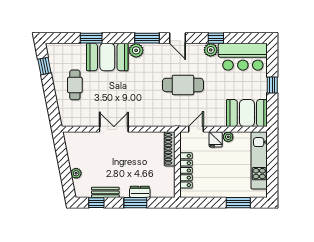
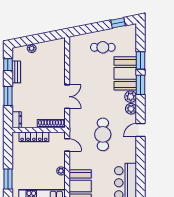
window: (147, 38) -> (141, 85), moved
window: (216, 38) -> (141, 161), removed
plant: (211, 50) -> (131, 109), moved
double door: (114, 129) -> (67, 97), moved
fridge: (216, 139) -> (59, 161), removed
dresser: (140, 192) -> (17, 120), moved

